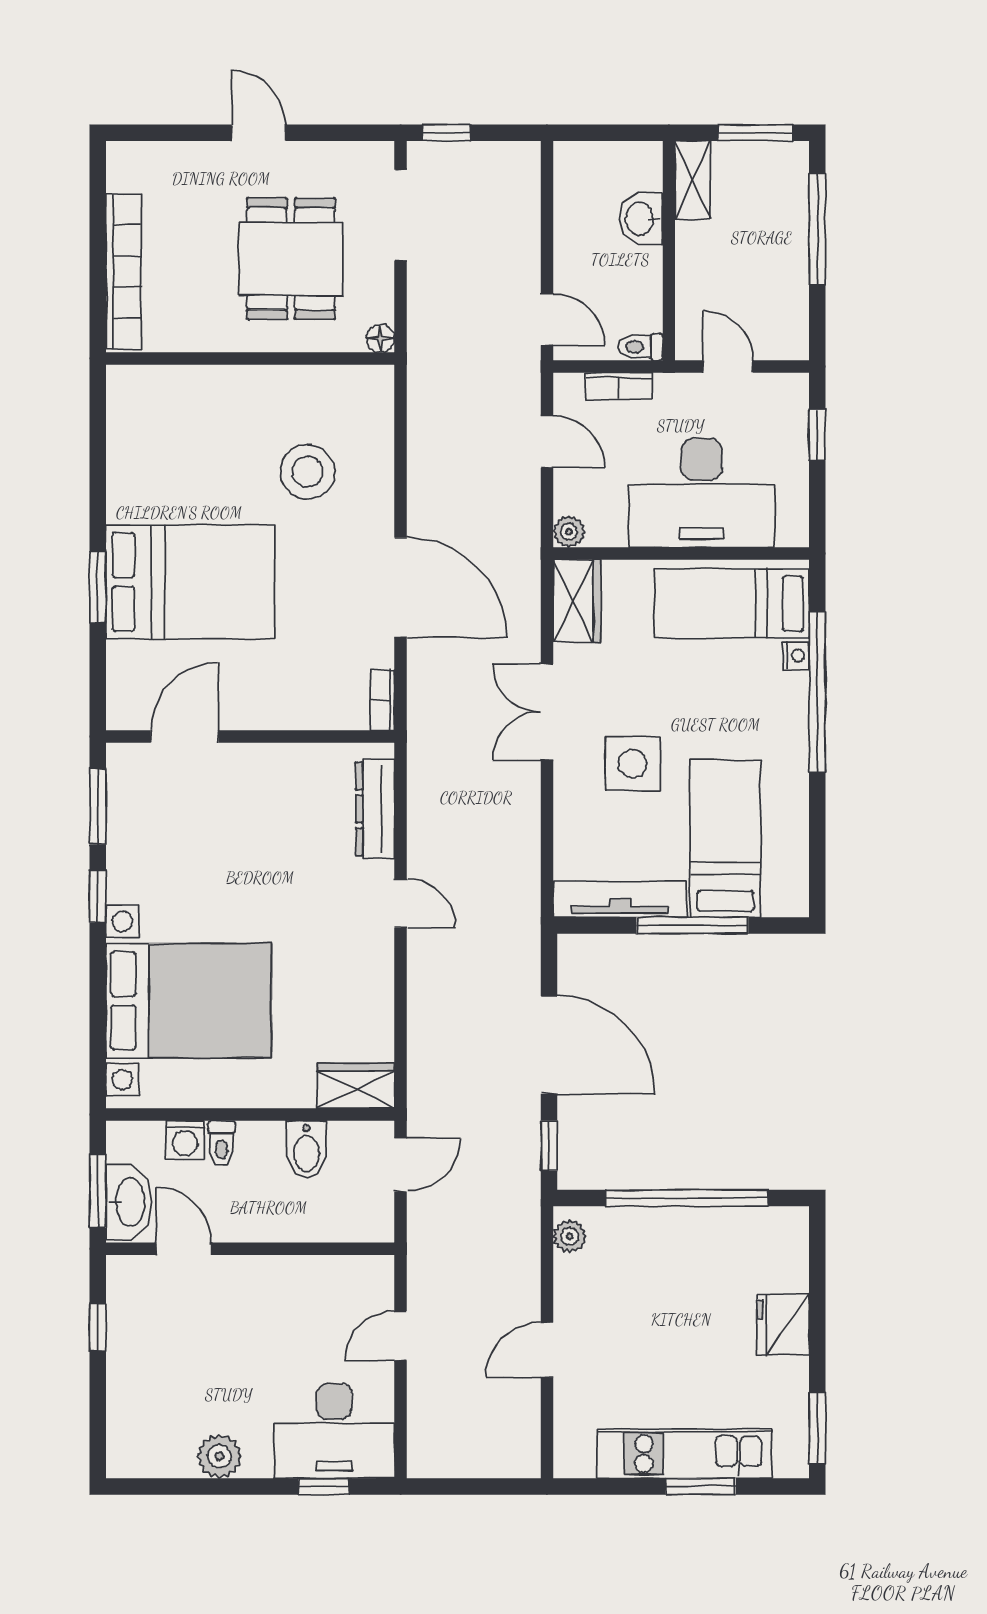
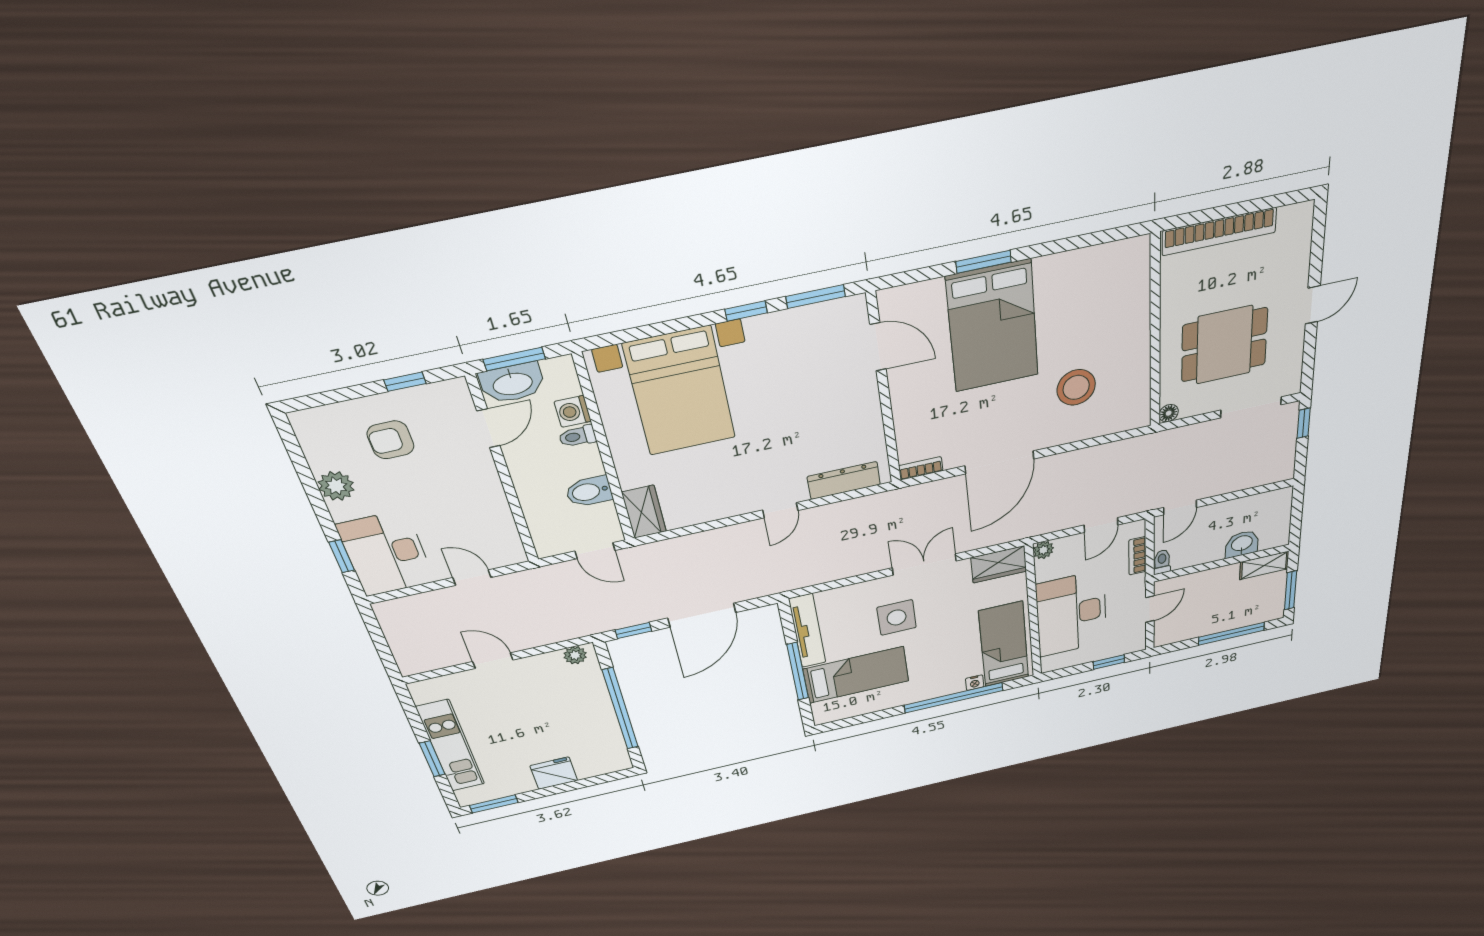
armchair: (171, 1370) -> (391, 440), added

